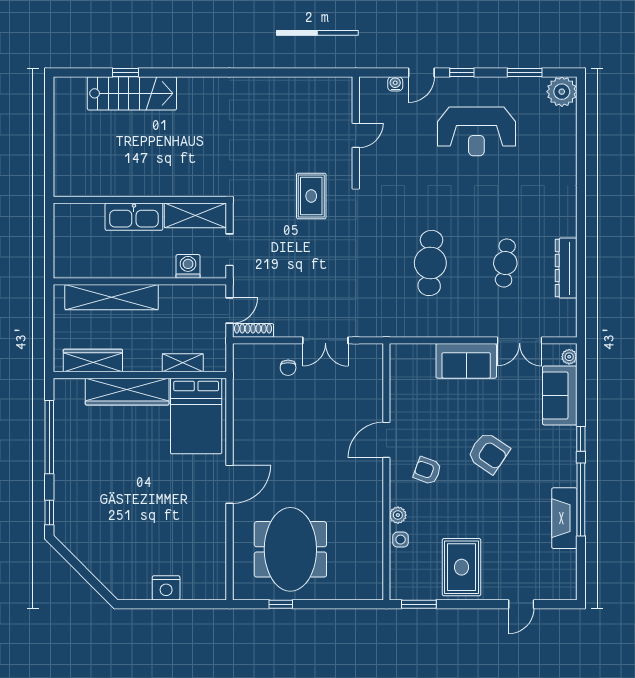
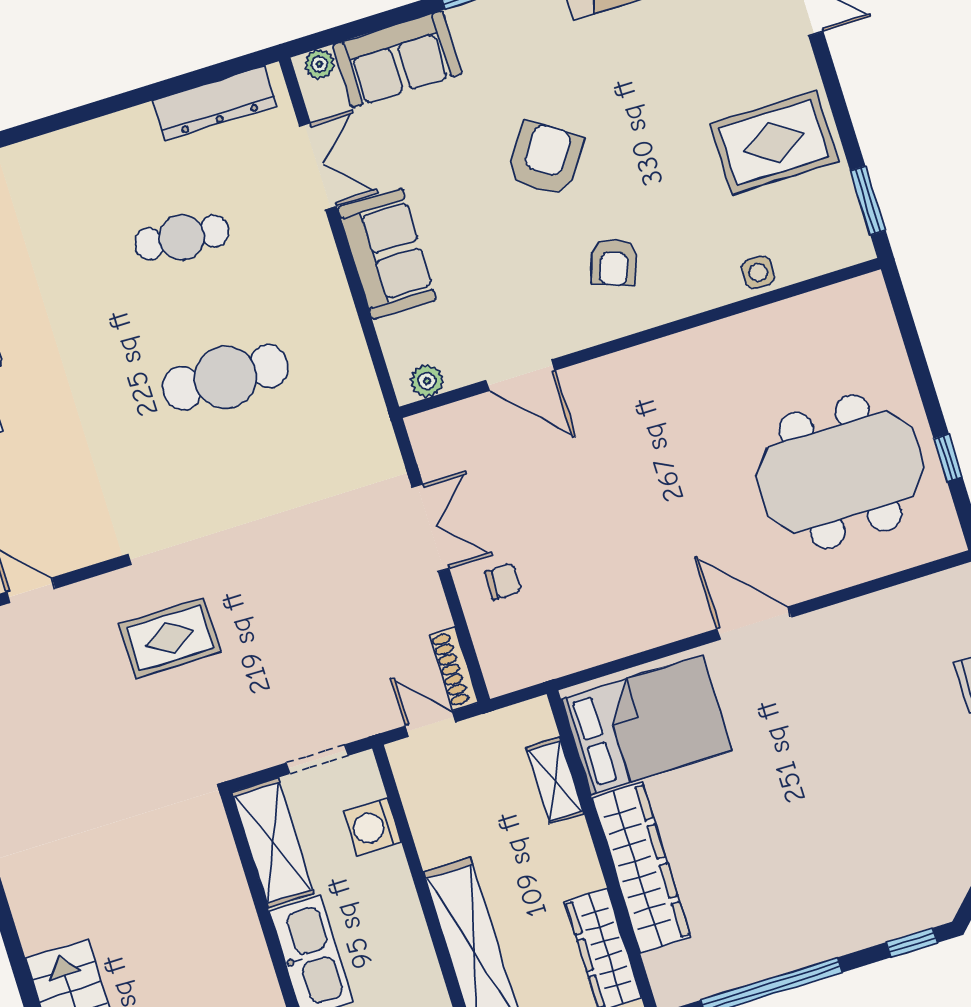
dresser: (566, 268) -> (215, 103), moved
door: (386, 440) -> (520, 375), moved
plant: (398, 515) -> (427, 381), moved

